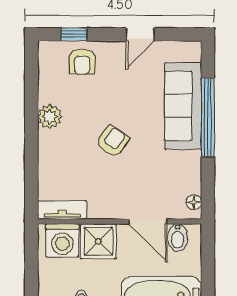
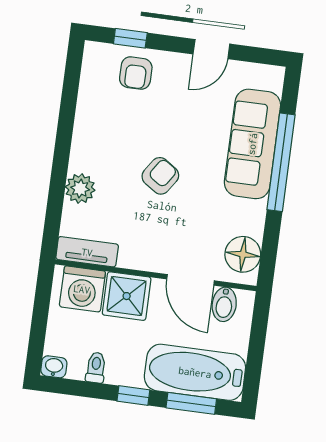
plant: (50, 117) -> (80, 189), moved
floor lamp: (194, 202) -> (243, 254), width x1.89, depth x1.89

